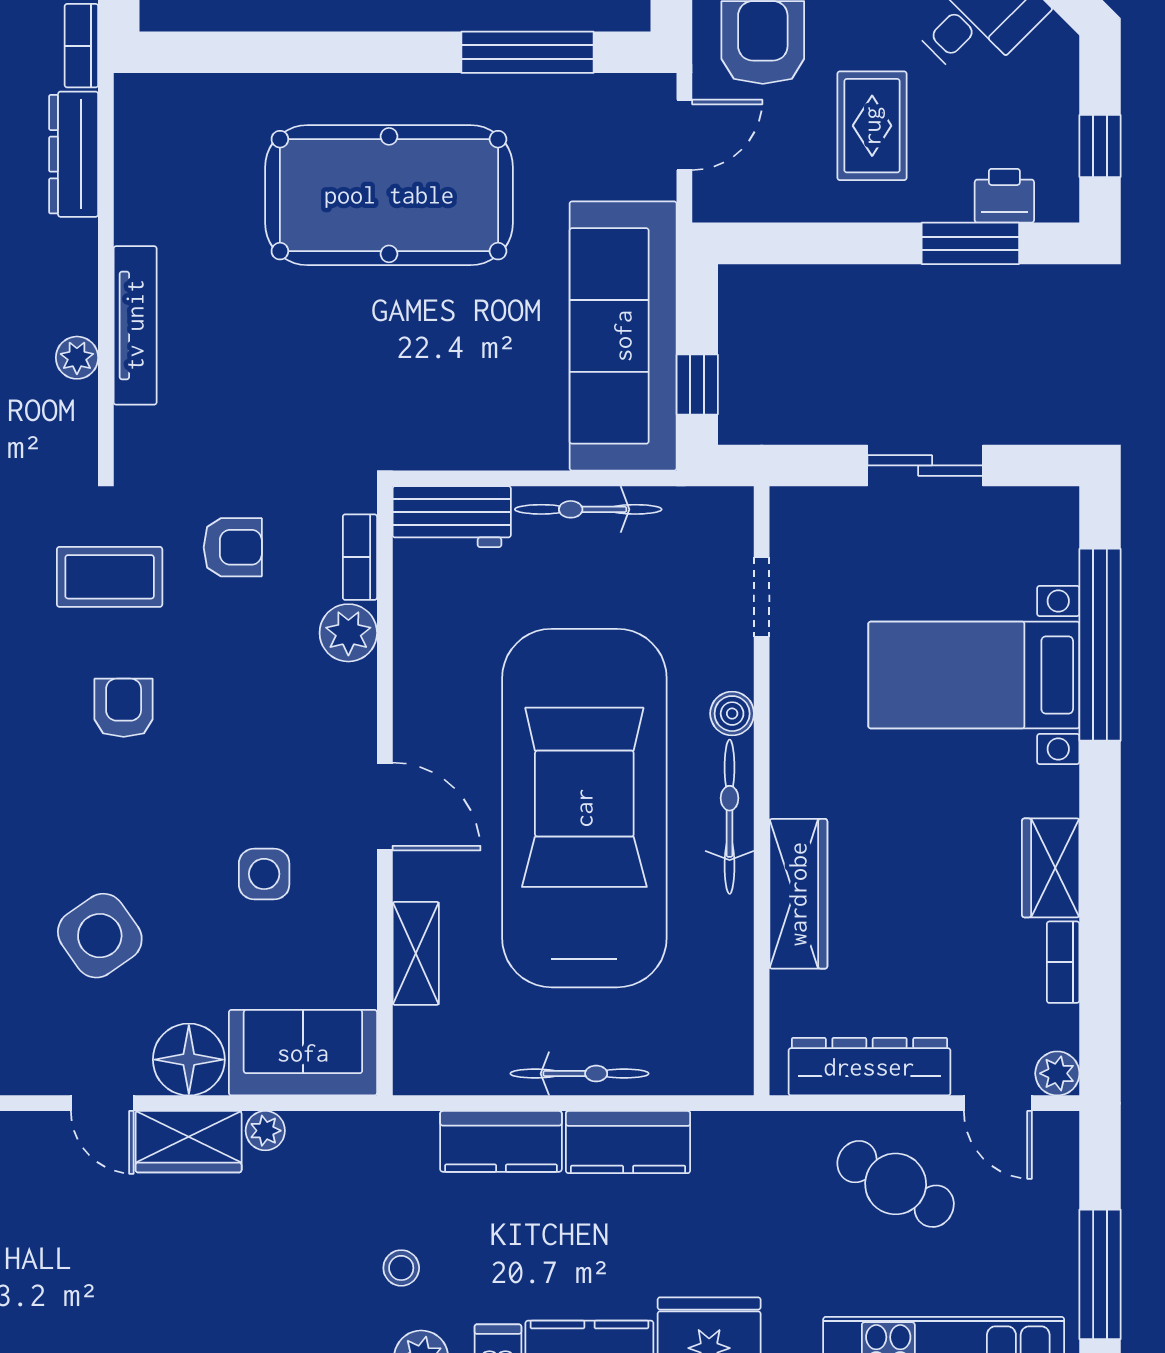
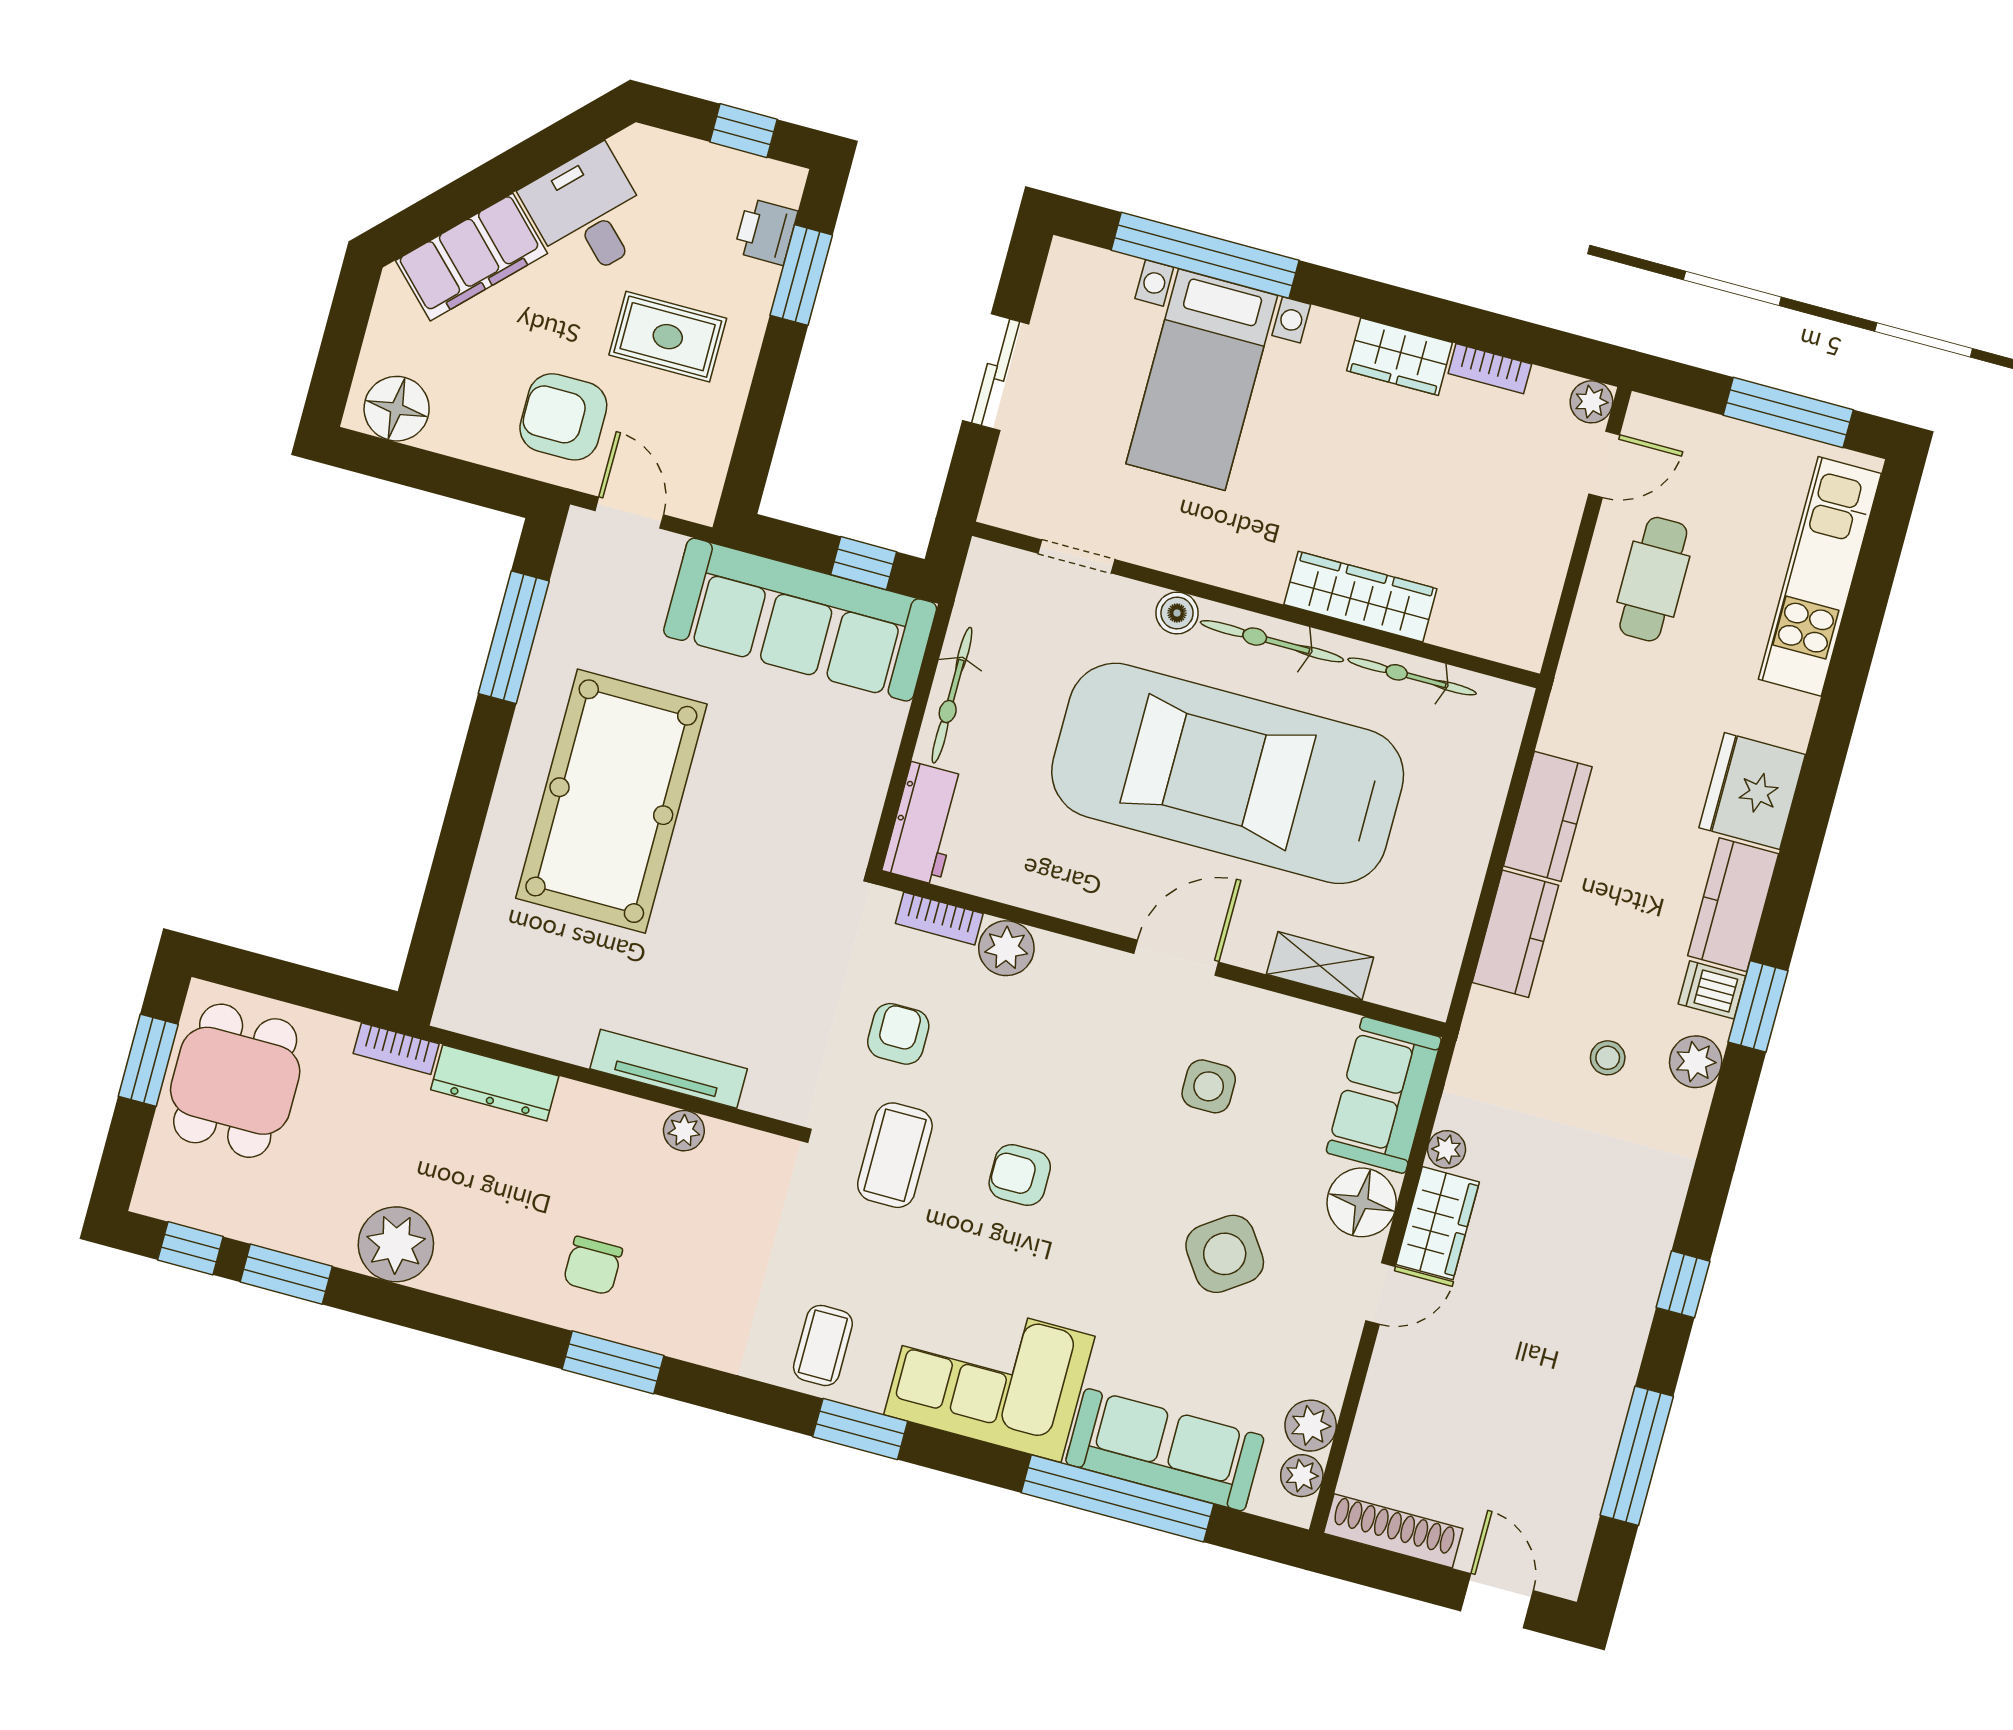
dresser: (869, 1067) -> (1538, 574), removed
bicycle: (580, 1074) -> (1412, 676), moved, turned -90
cafe table: (896, 1184) -> (1653, 579), turned -30

